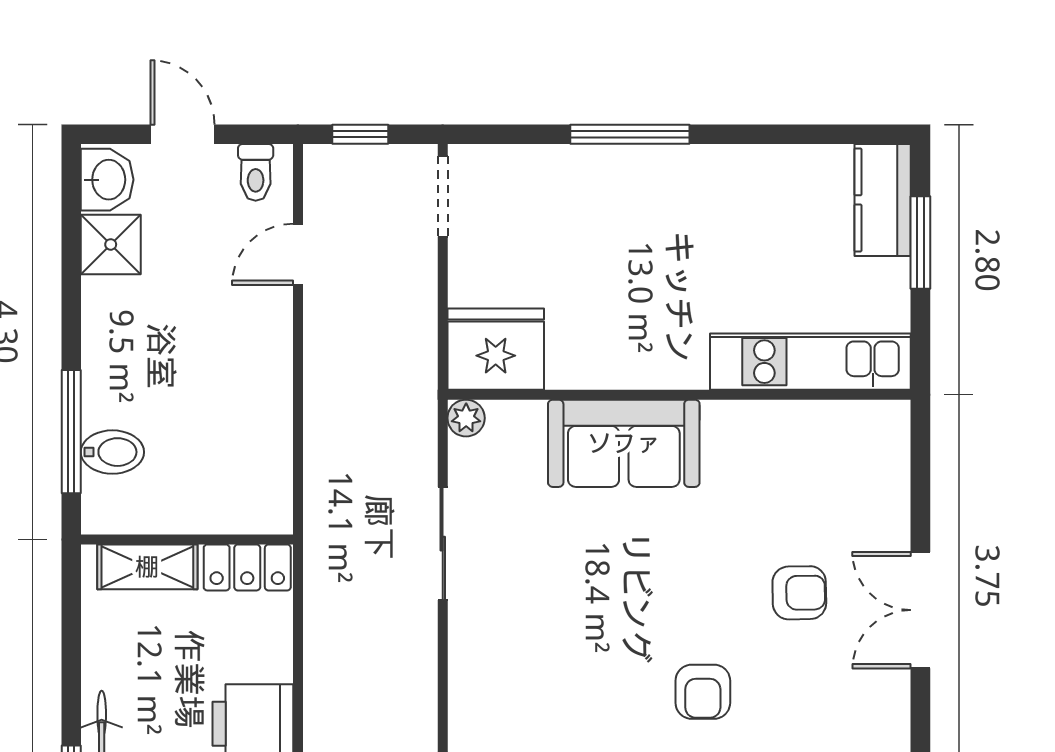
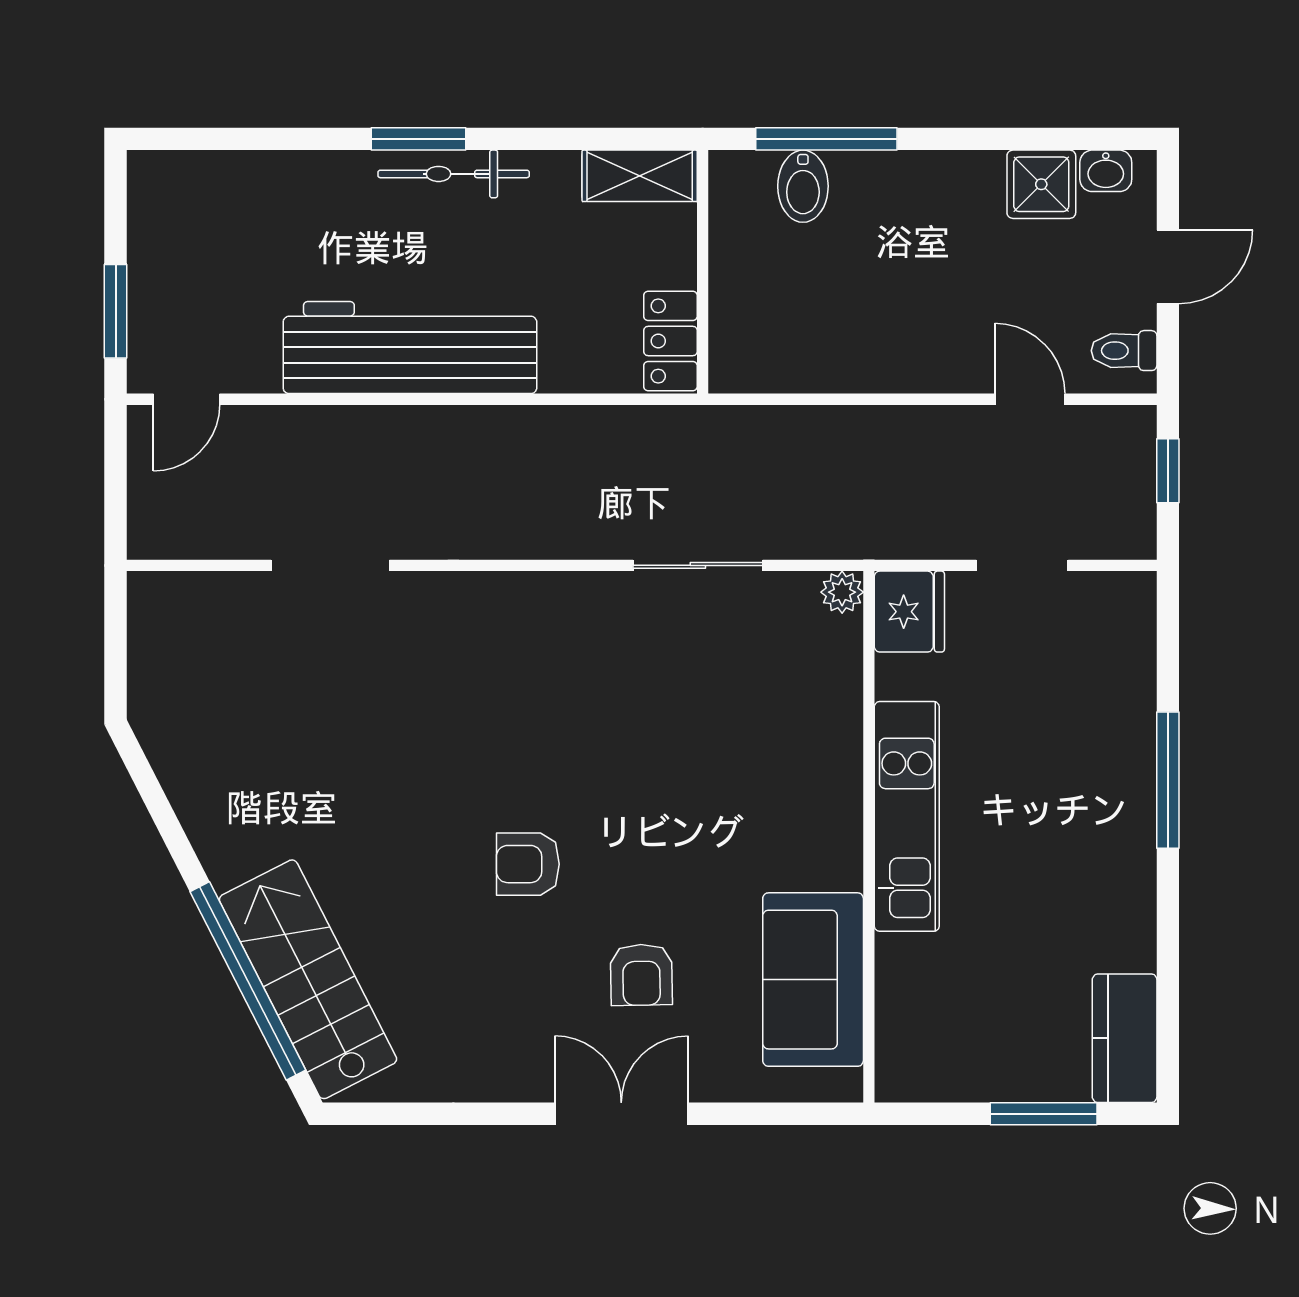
washbasin: (107, 180) -> (1106, 171), width x0.72, depth x0.69
doorway: (443, 196) -> (1022, 565), moved
kitchen counter: (883, 200) -> (1125, 1038), moved, turned -90
fridge: (496, 349) -> (909, 612), width x0.73, depth x0.75
kitchen unit: (810, 362) -> (907, 816), moved
sofa: (624, 443) -> (813, 980), moved
shelving: (147, 567) -> (640, 176), moved, turned 90

